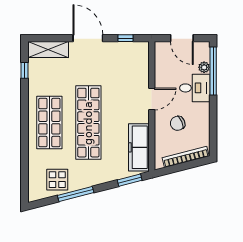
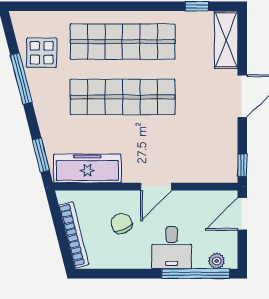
window: (126, 38) -> (242, 165), moved
door: (182, 38) -> (242, 214), moved
plant: (204, 67) -> (217, 261), moved
door: (152, 99) -> (156, 187), hinge flipped
shop shelf: (49, 123) -> (123, 42), width x1.40

